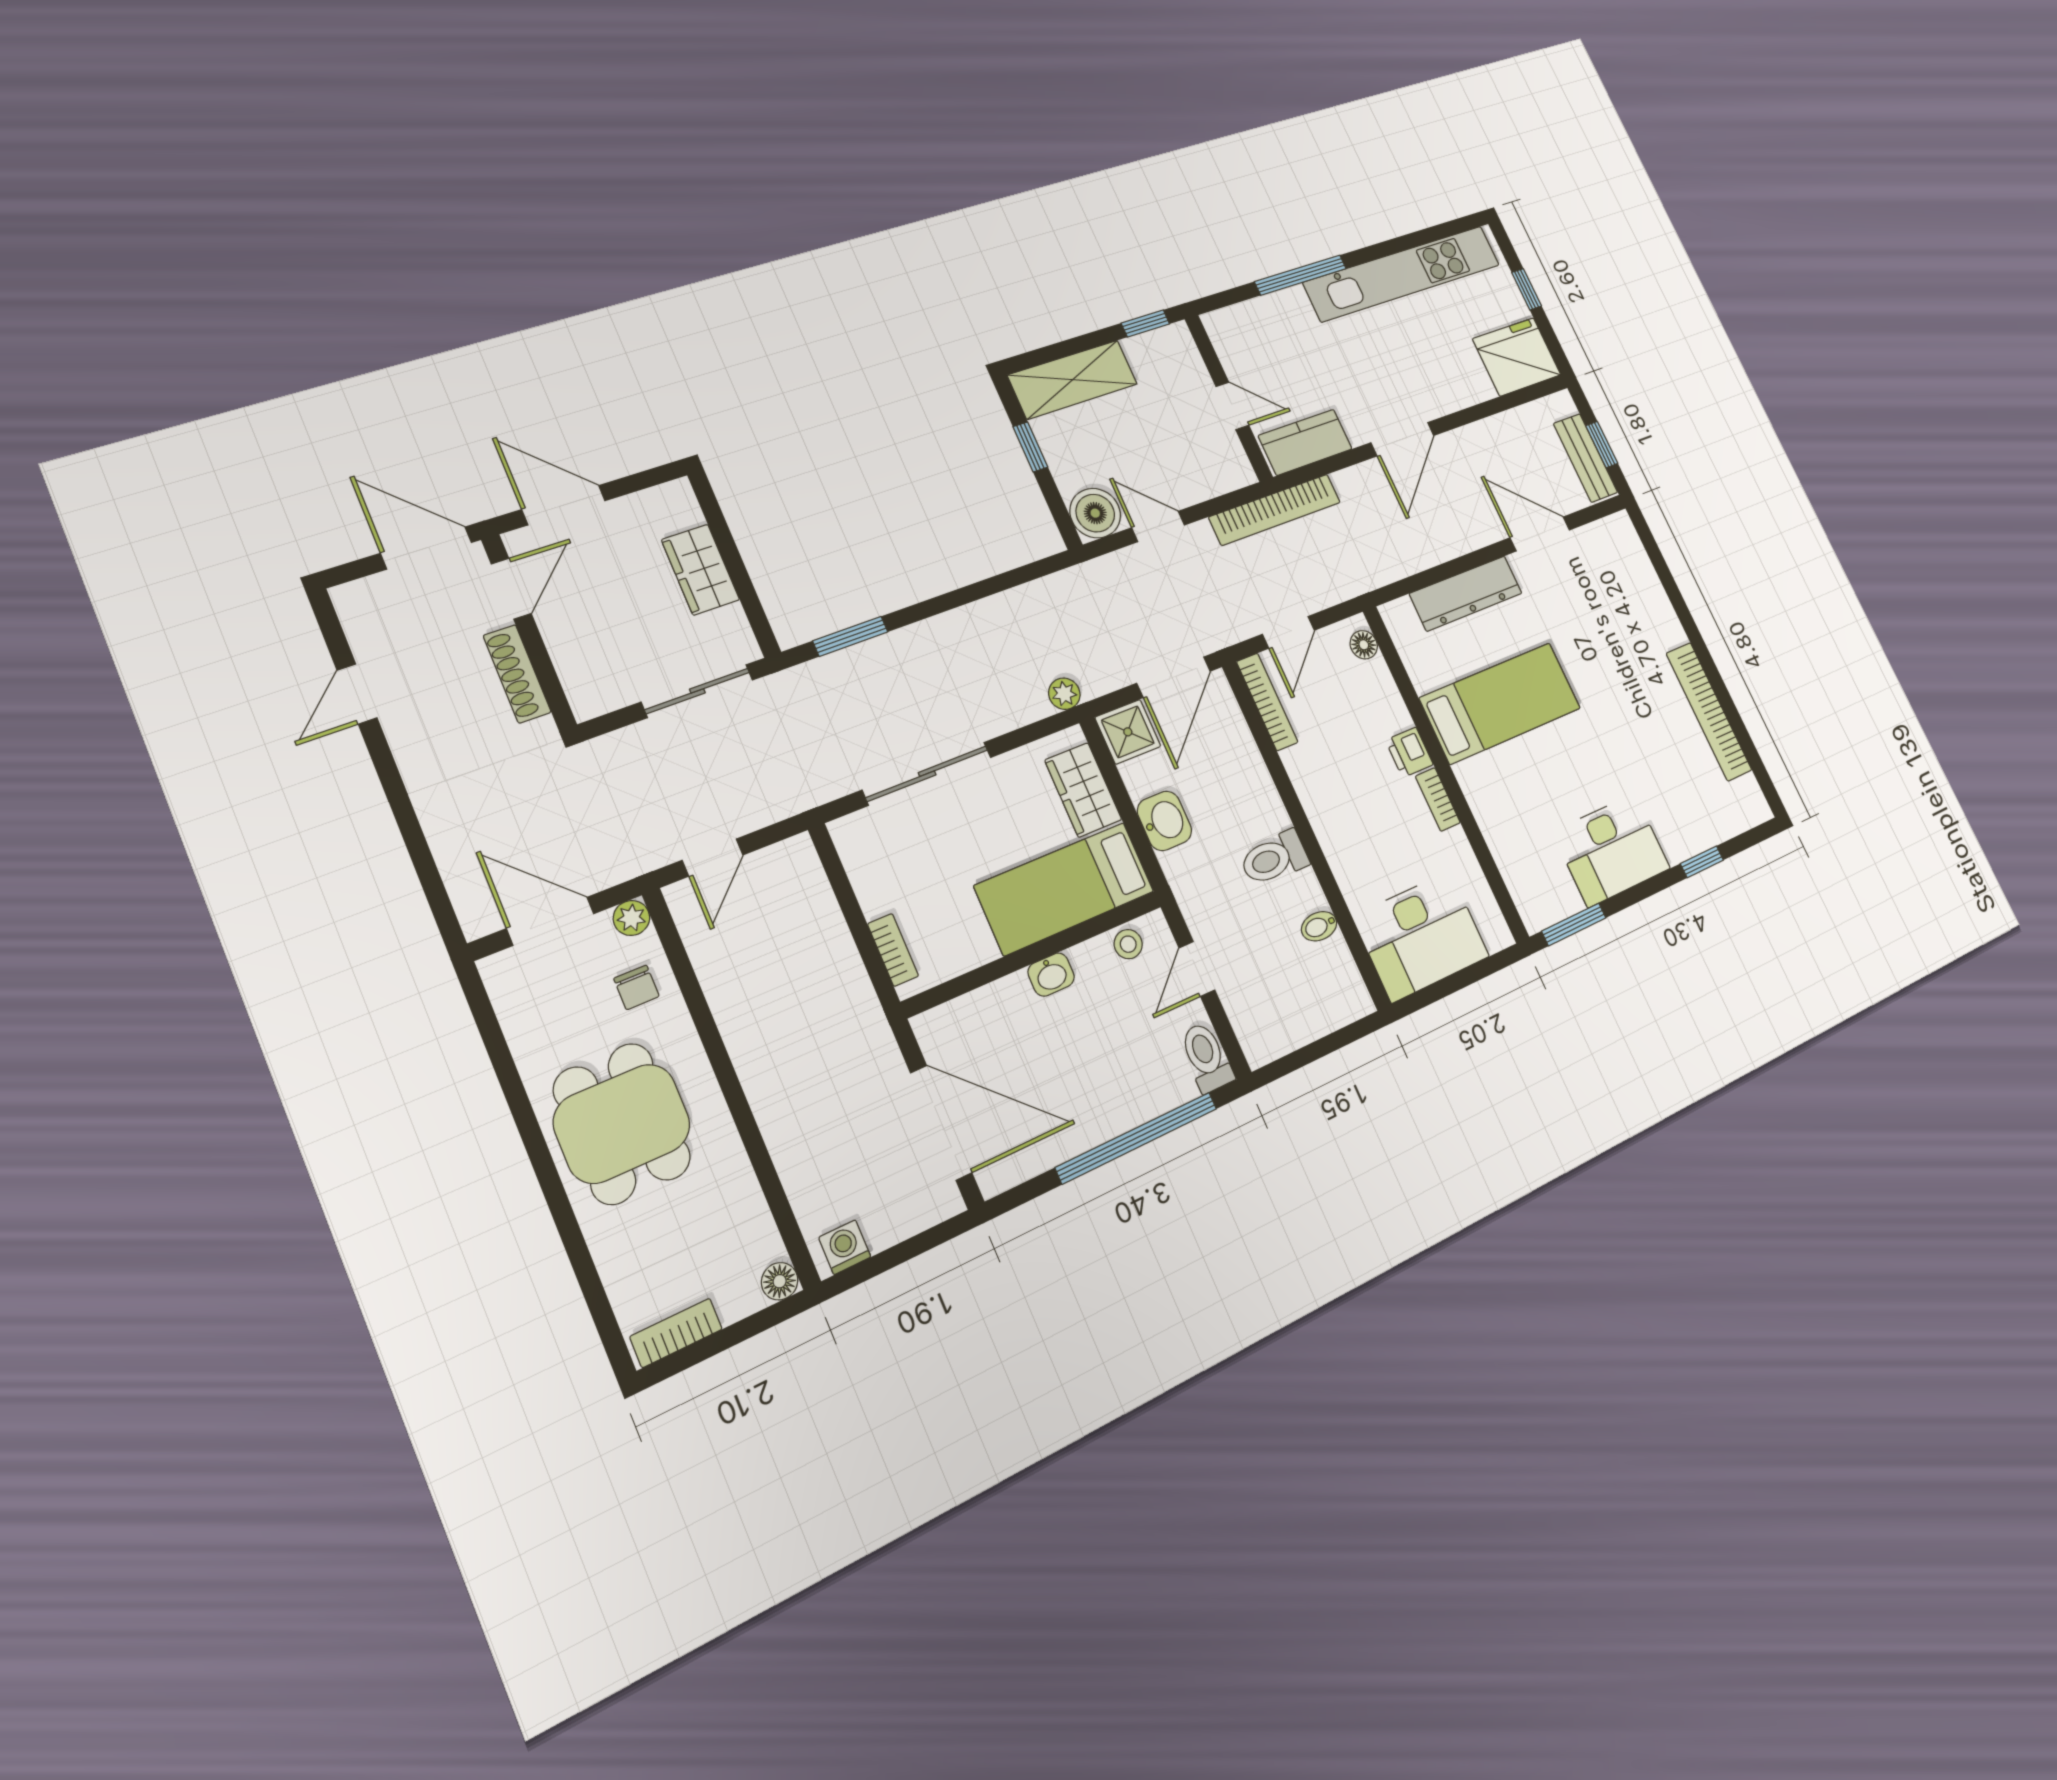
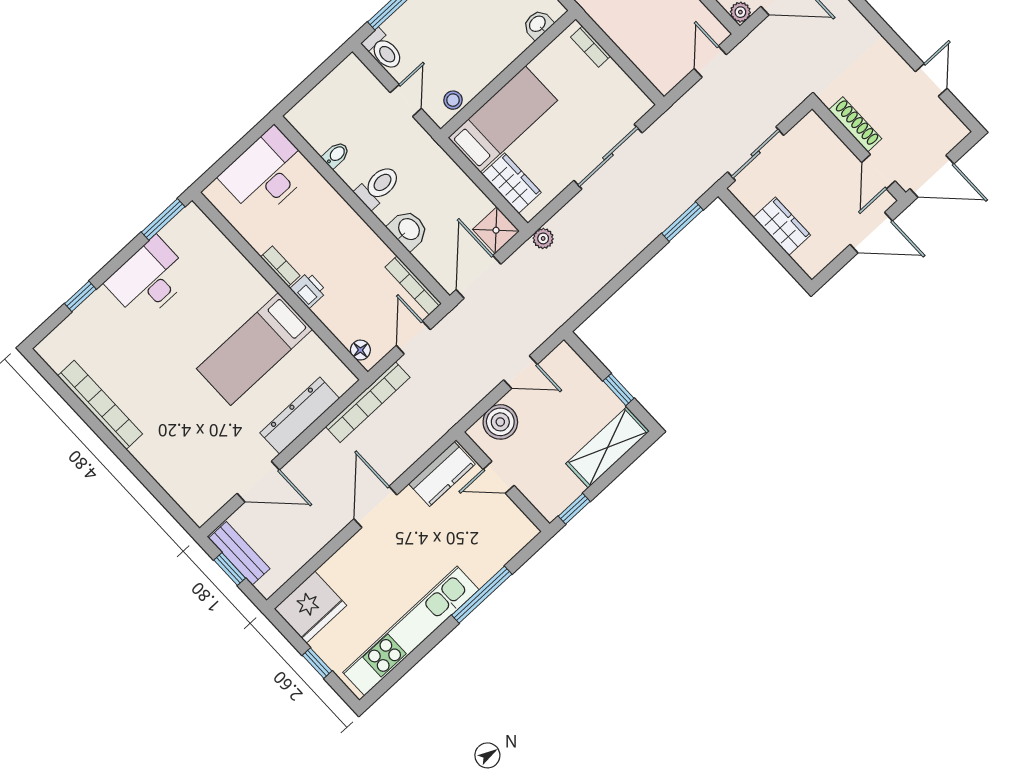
bookcase: (1275, 510) -> (368, 402), moved, turned 180
boiler: (1095, 513) -> (500, 422), moved
washbasin: (1164, 821) -> (408, 230), moved, turned 180
washbasin: (1051, 975) -> (538, 24), moved

